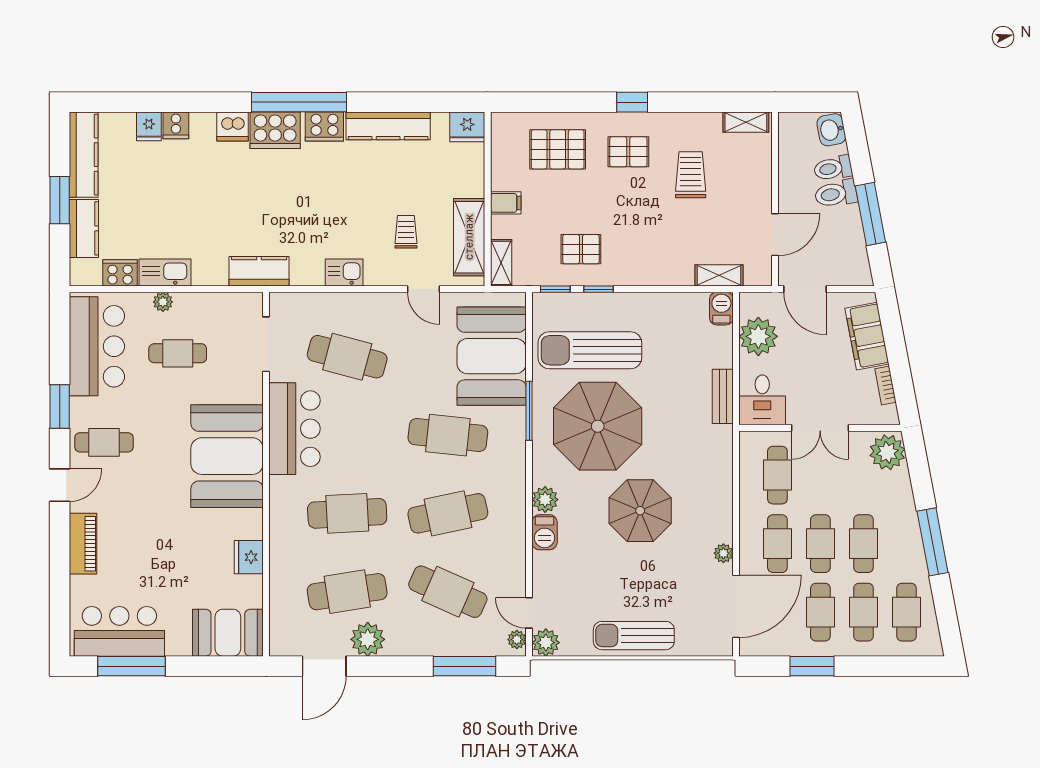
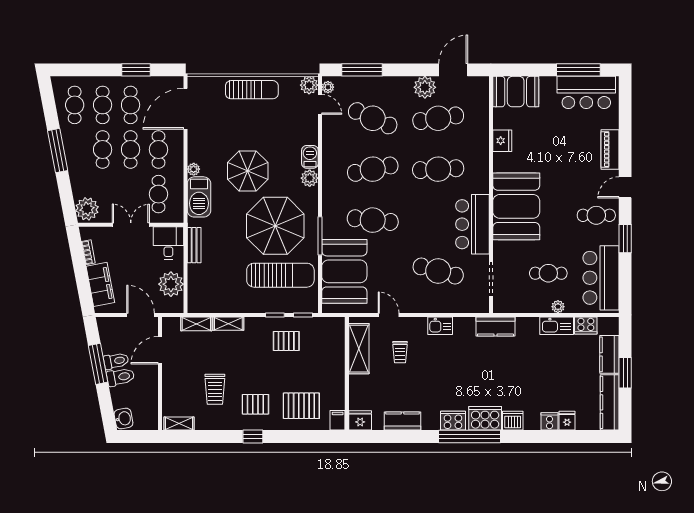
kitchen counter: (388, 126) -> (402, 421), width x0.67
toilet: (833, 168) -> (116, 361), moved
filing cabinet: (506, 203) -> (338, 420), moved, turned 90
shelving: (501, 263) -> (228, 324), moved, turned 90
barbecue: (721, 309) -> (199, 197), moved, width x1.88, depth x1.53
plant: (723, 553) -> (194, 169), moved

